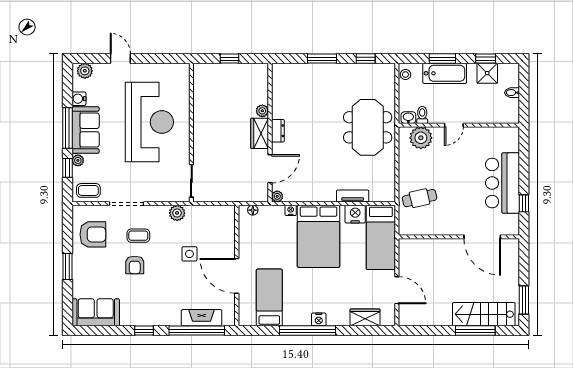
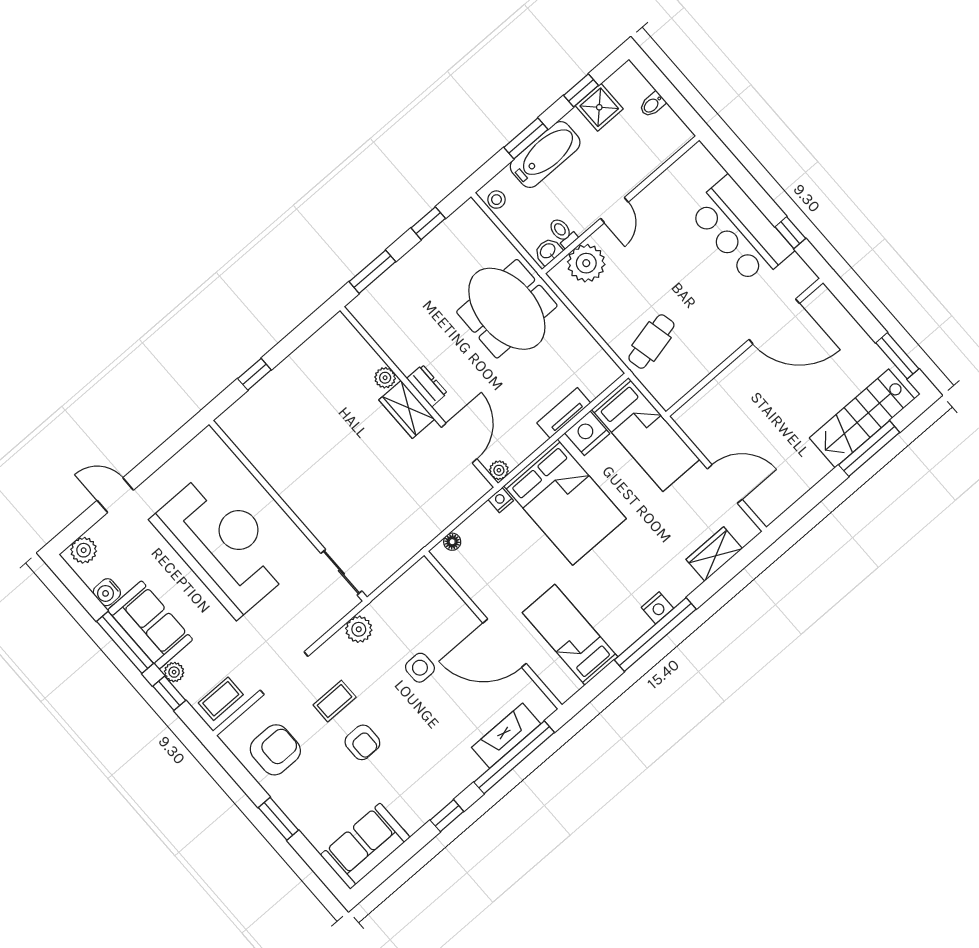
plant: (262, 111) -> (385, 378), moved
dresser: (278, 131) -> (427, 386), moved
wardrobe: (260, 133) -> (407, 409), moved
wall: (270, 133) -> (419, 397), moved
door: (270, 169) -> (459, 443), moved
plant: (277, 196) -> (499, 470), moved

